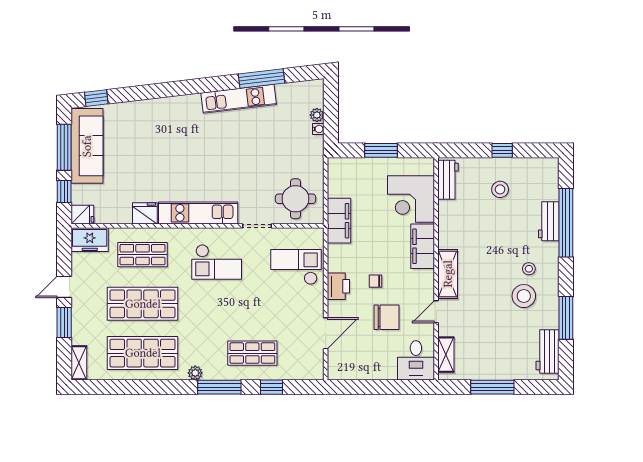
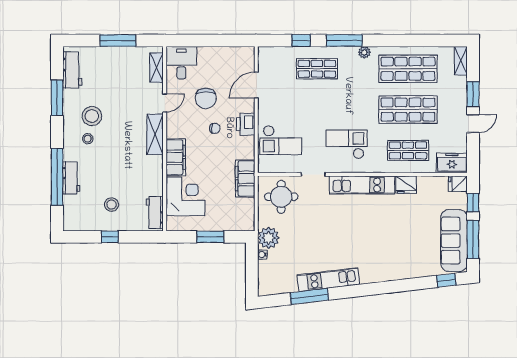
plant: (317, 115) -> (269, 238), moved, width x1.88, depth x1.88
chair: (386, 317) -> (206, 98), turned -90

